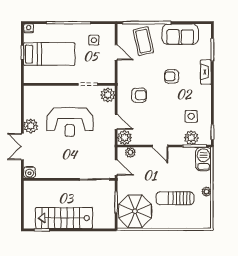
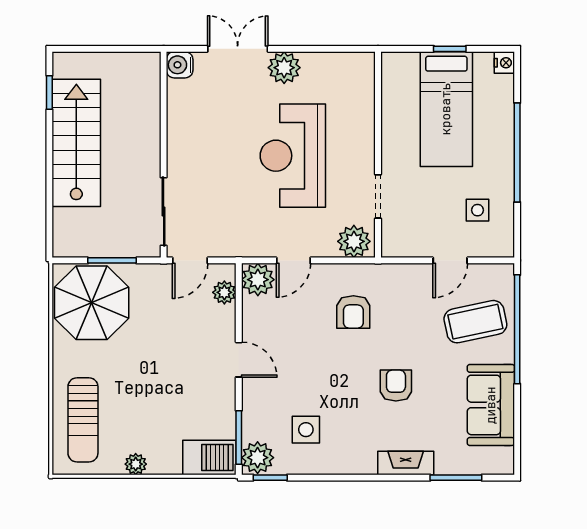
plant: (191, 138) -> (258, 458), moved
door: (160, 146) -> (239, 360), swing flipped
sun lounger: (175, 198) -> (83, 420), moved, turned 180

